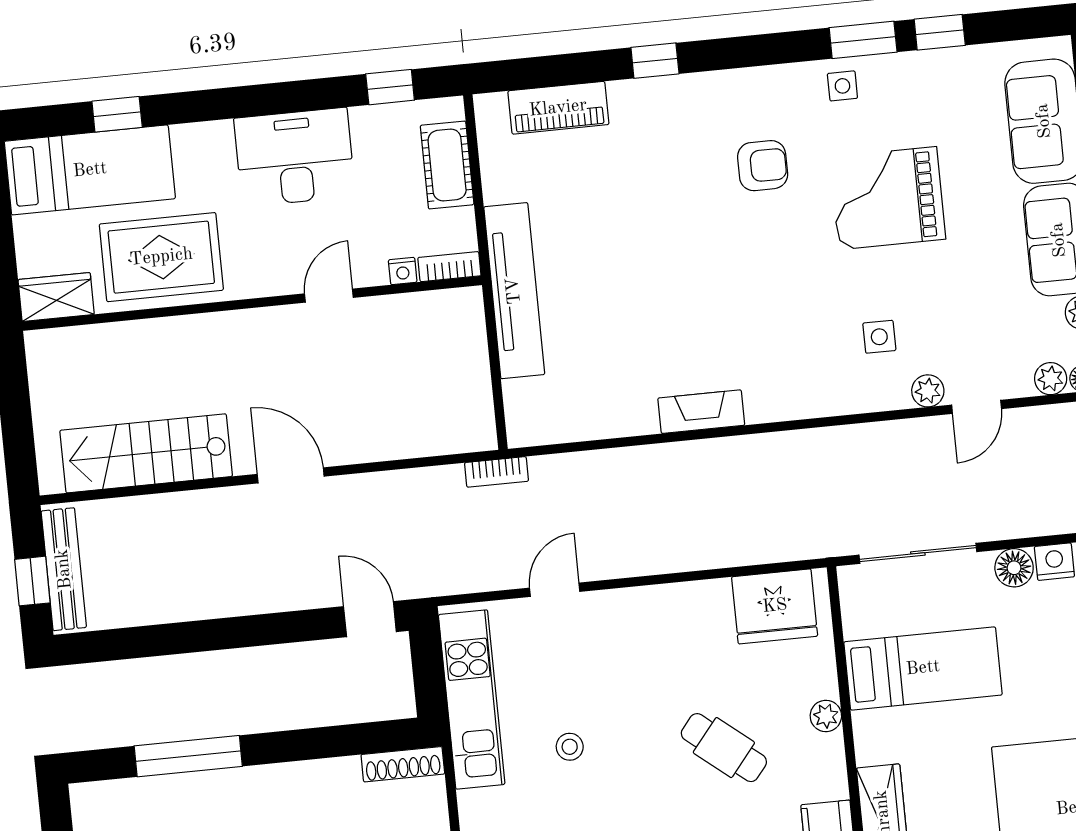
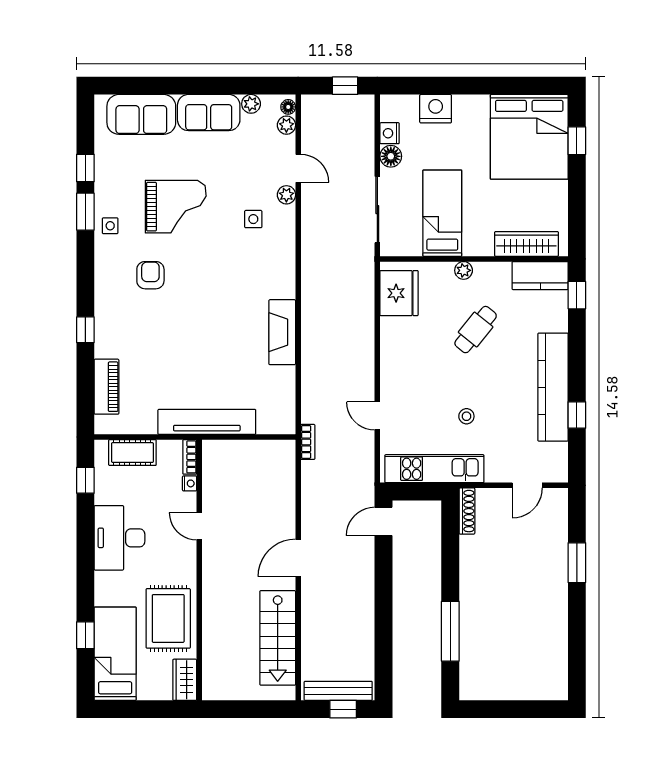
grand piano: (888, 198) -> (176, 207), turned -90
fireplace: (701, 412) -> (282, 332), width x1.37, depth x1.32

